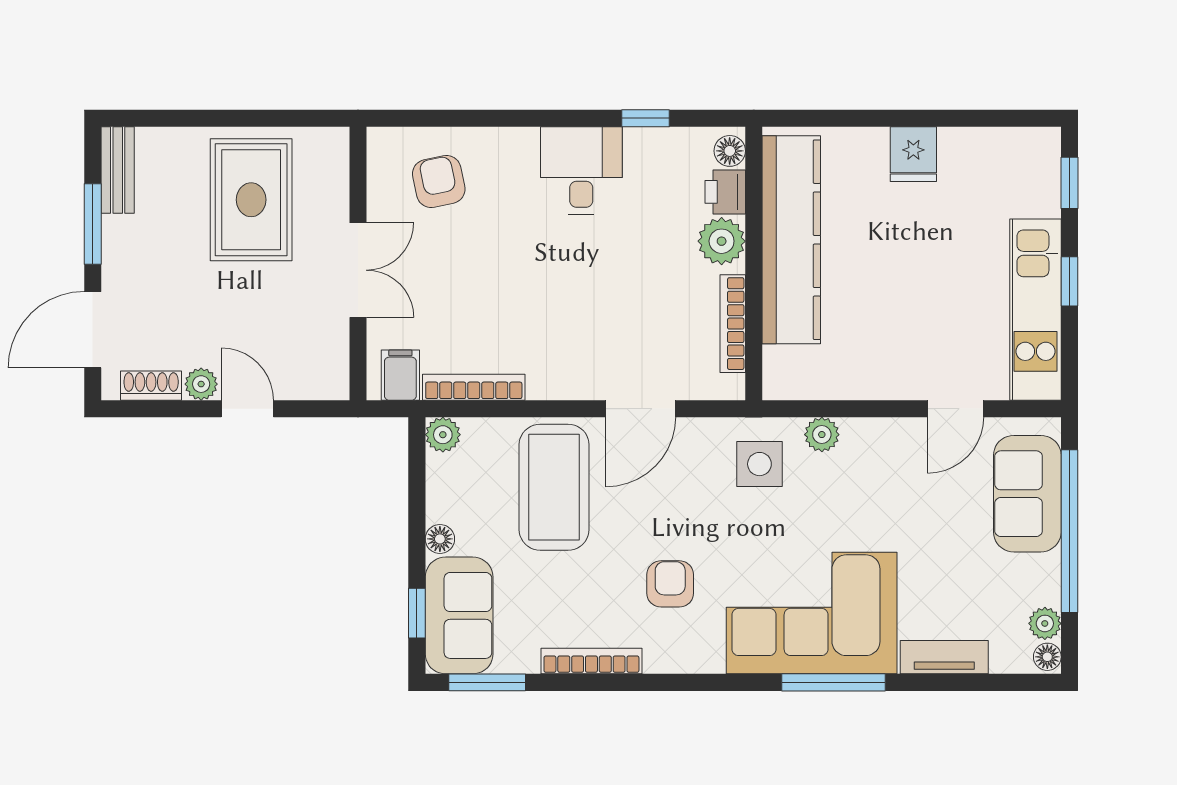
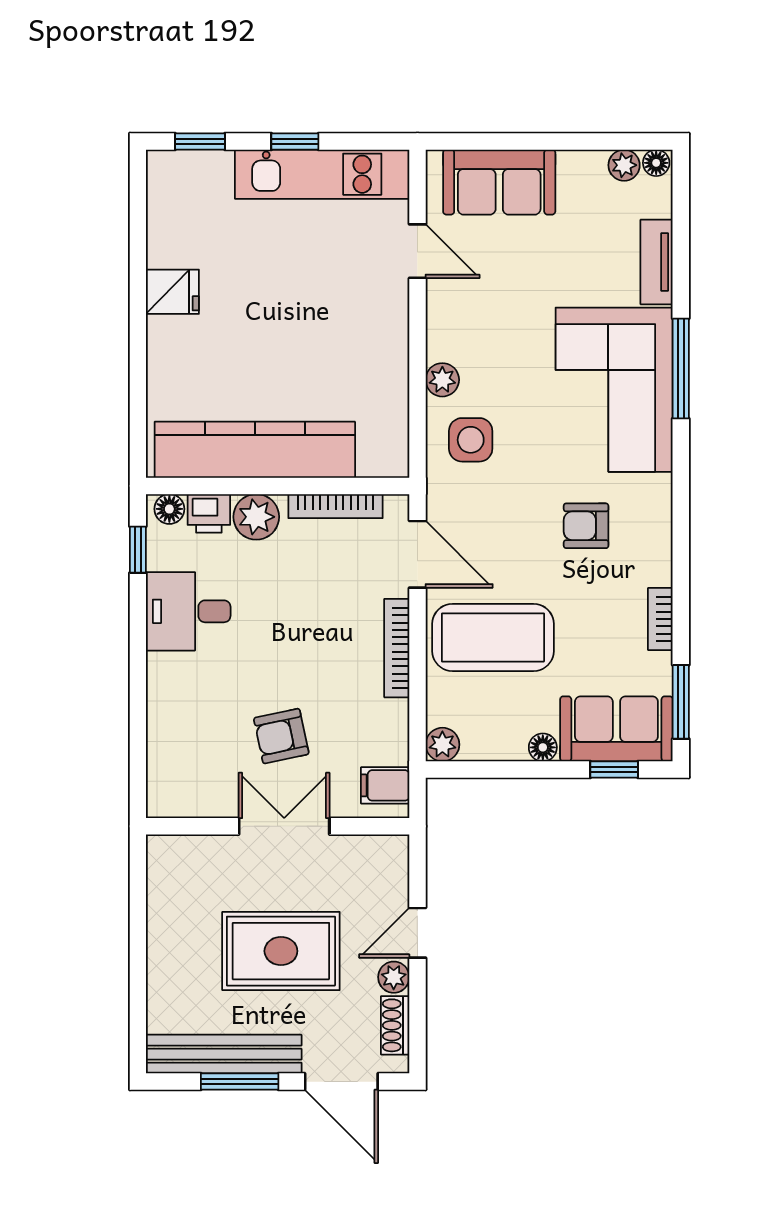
floor lamp: (730, 151) -> (169, 509), moved
bench: (118, 170) -> (224, 1054), width x1.86, depth x1.21
armchair: (439, 181) -> (281, 736), moved
printer: (725, 192) -> (209, 513), moved
rug: (251, 200) -> (281, 951), moved
kitchen counter: (791, 240) -> (255, 450), moved
plant: (722, 241) -> (256, 517), moved
wall: (754, 263) -> (278, 486), moved
bookcase: (733, 324) -> (336, 506), moved
bookcase: (474, 387) -> (397, 648), moved
window: (1069, 531) -> (535, 141), removed
bookcase: (591, 661) -> (660, 619), width x0.64

